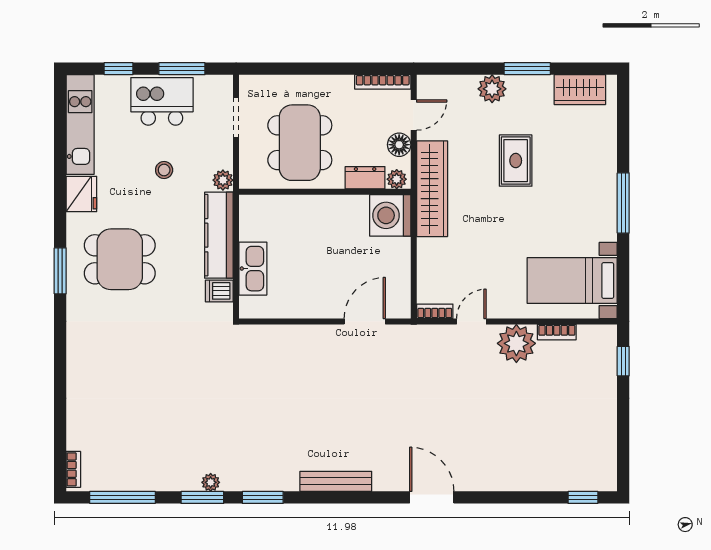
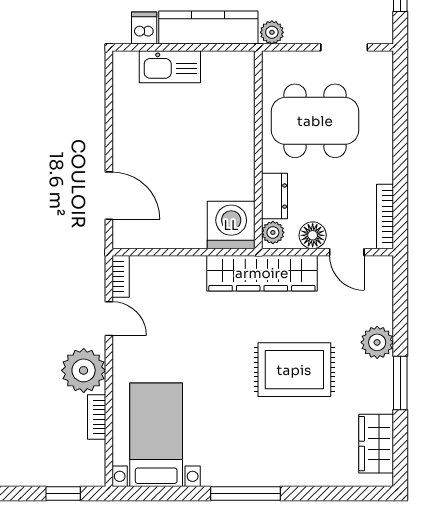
rug: (516, 161) -> (294, 370), width x1.36, depth x1.43

